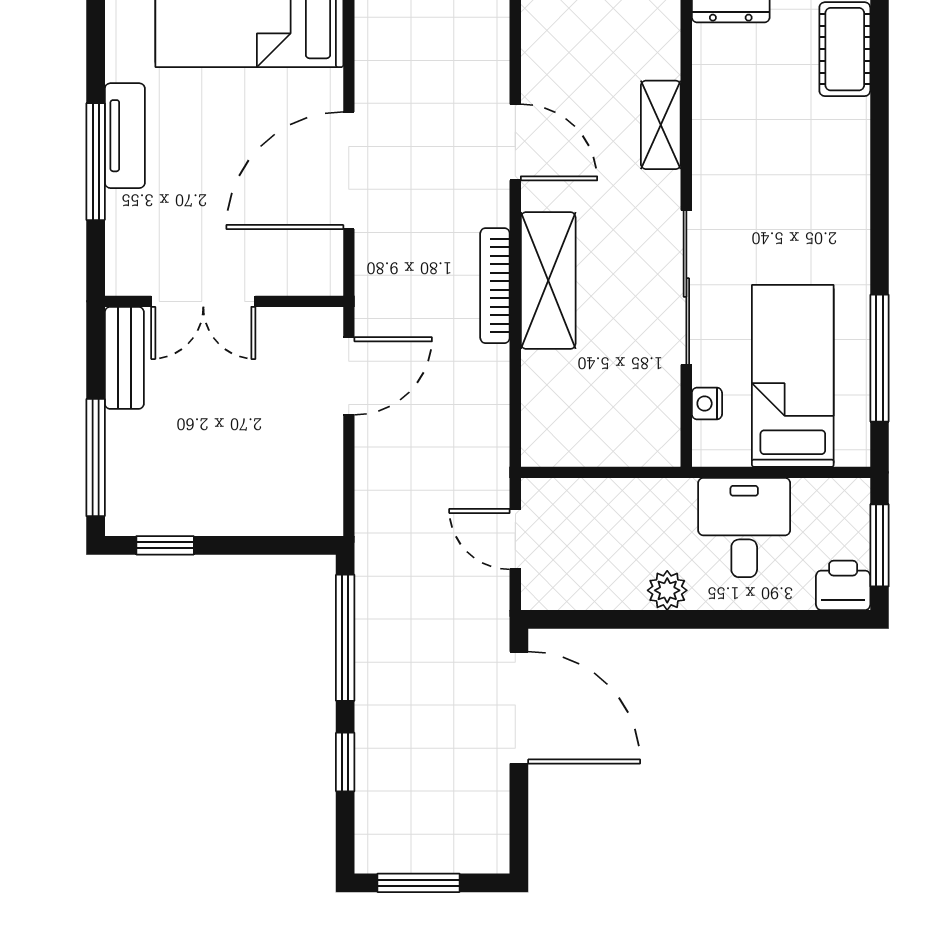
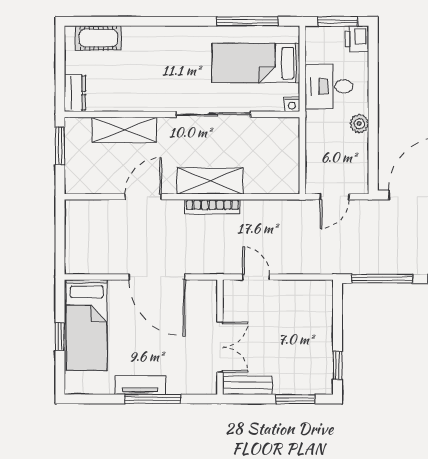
shelving: (661, 125) -> (124, 130), width x1.50, depth x1.33
door: (349, 376) -> (256, 277), width x0.73
nightstand: (707, 404) -> (292, 104), moved
window: (96, 458) -> (295, 399), width x0.69

